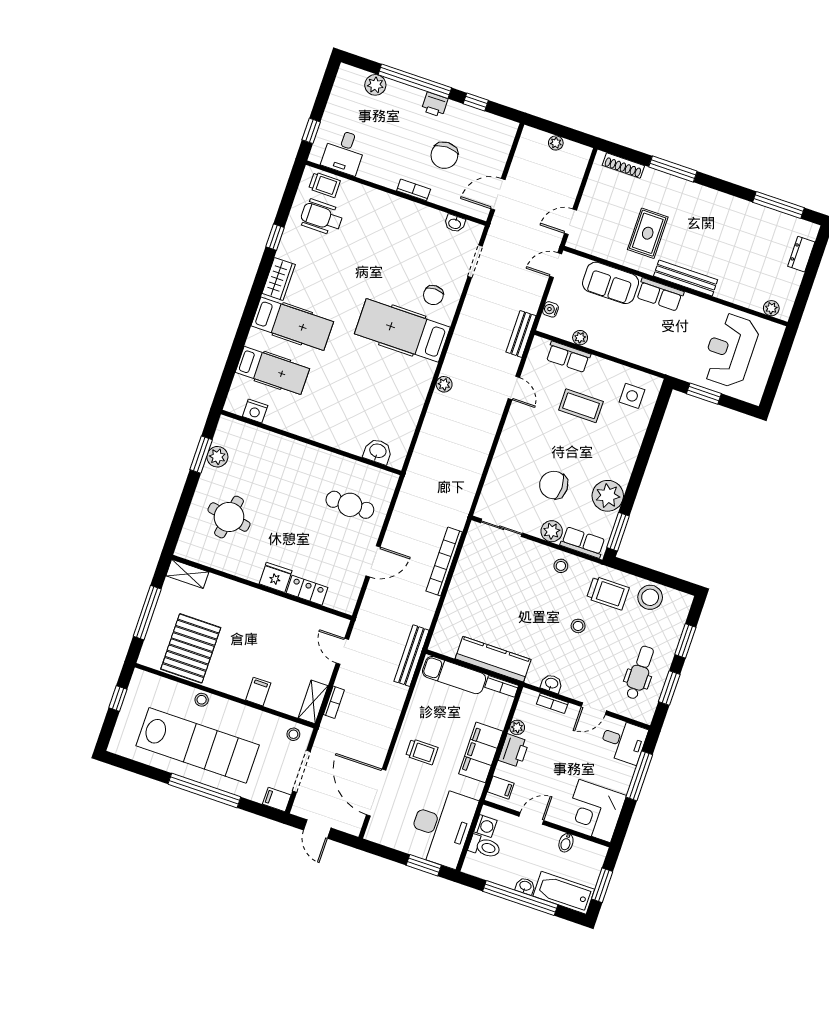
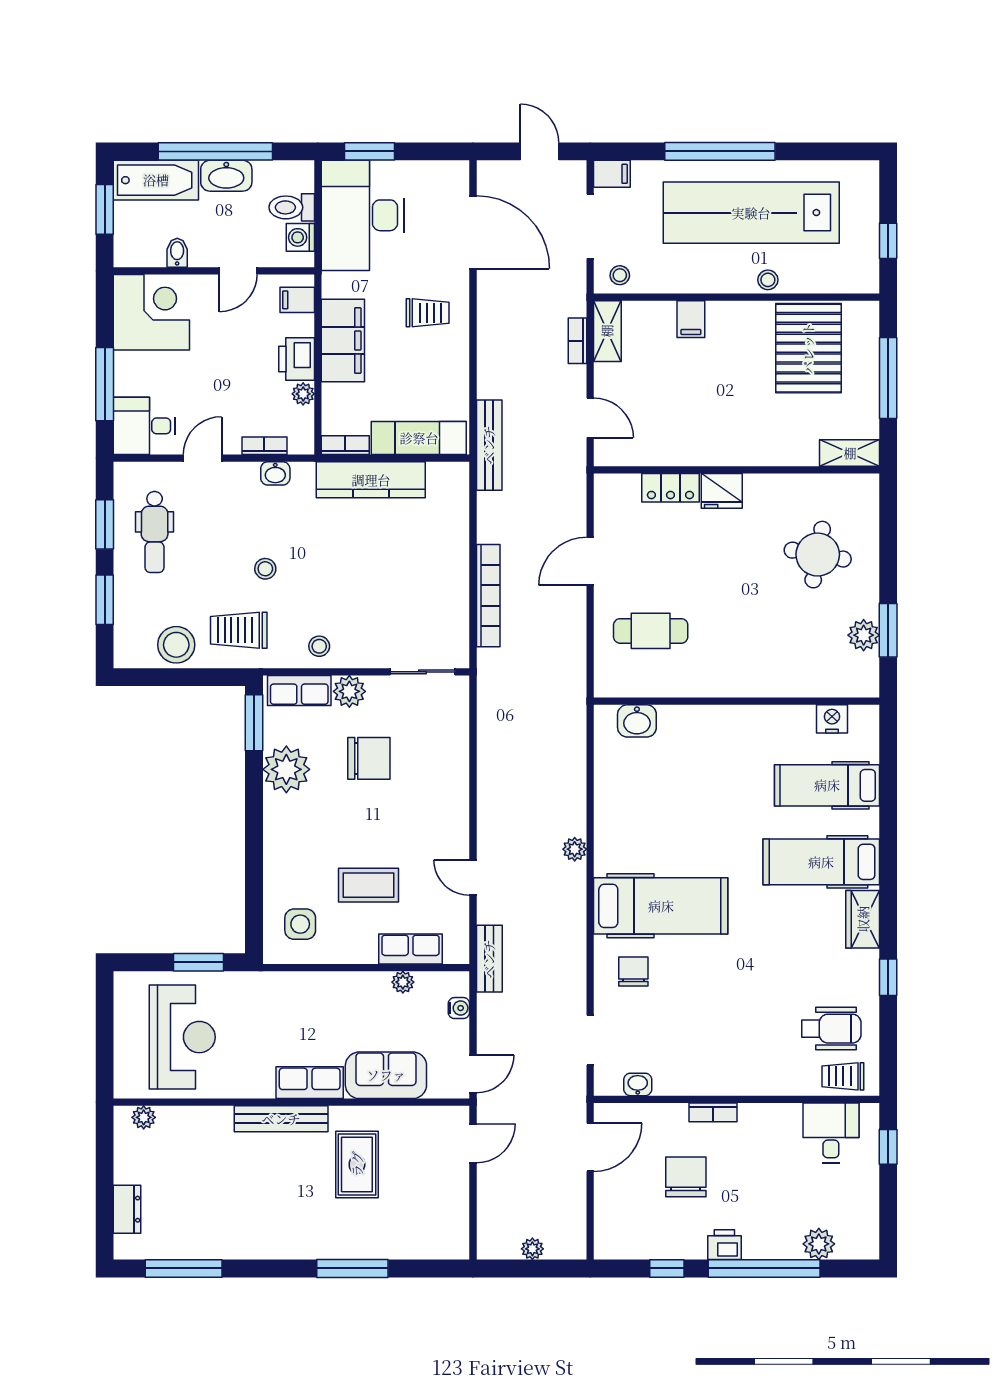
shoe rack: (623, 166) -> (425, 1249), removed
trolley: (422, 752) -> (428, 313), turned 180
washbasin: (525, 886) -> (226, 176), width x1.91, depth x1.45

